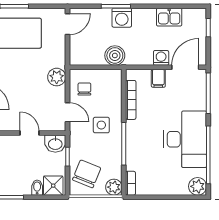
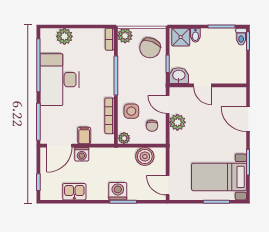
door: (67, 24) -> (168, 185), hinge flipped
boiler: (115, 55) -> (145, 156), moved
plant: (115, 75) -> (124, 138), added
plant: (57, 77) -> (177, 122), moved
side table: (101, 125) -> (131, 111), moved
plant: (198, 186) -> (64, 36), moved

